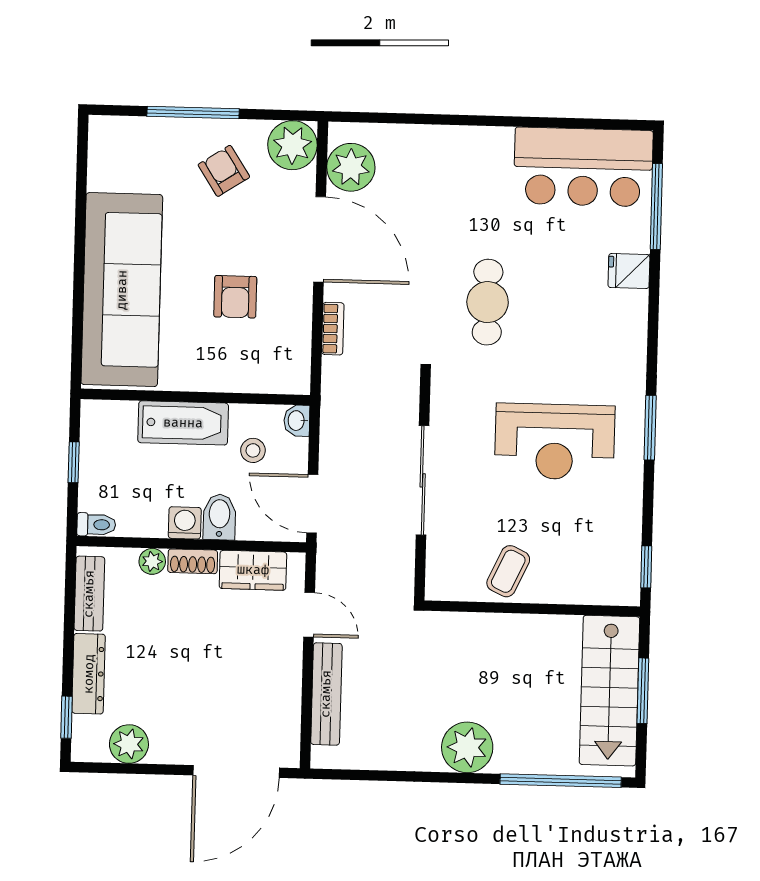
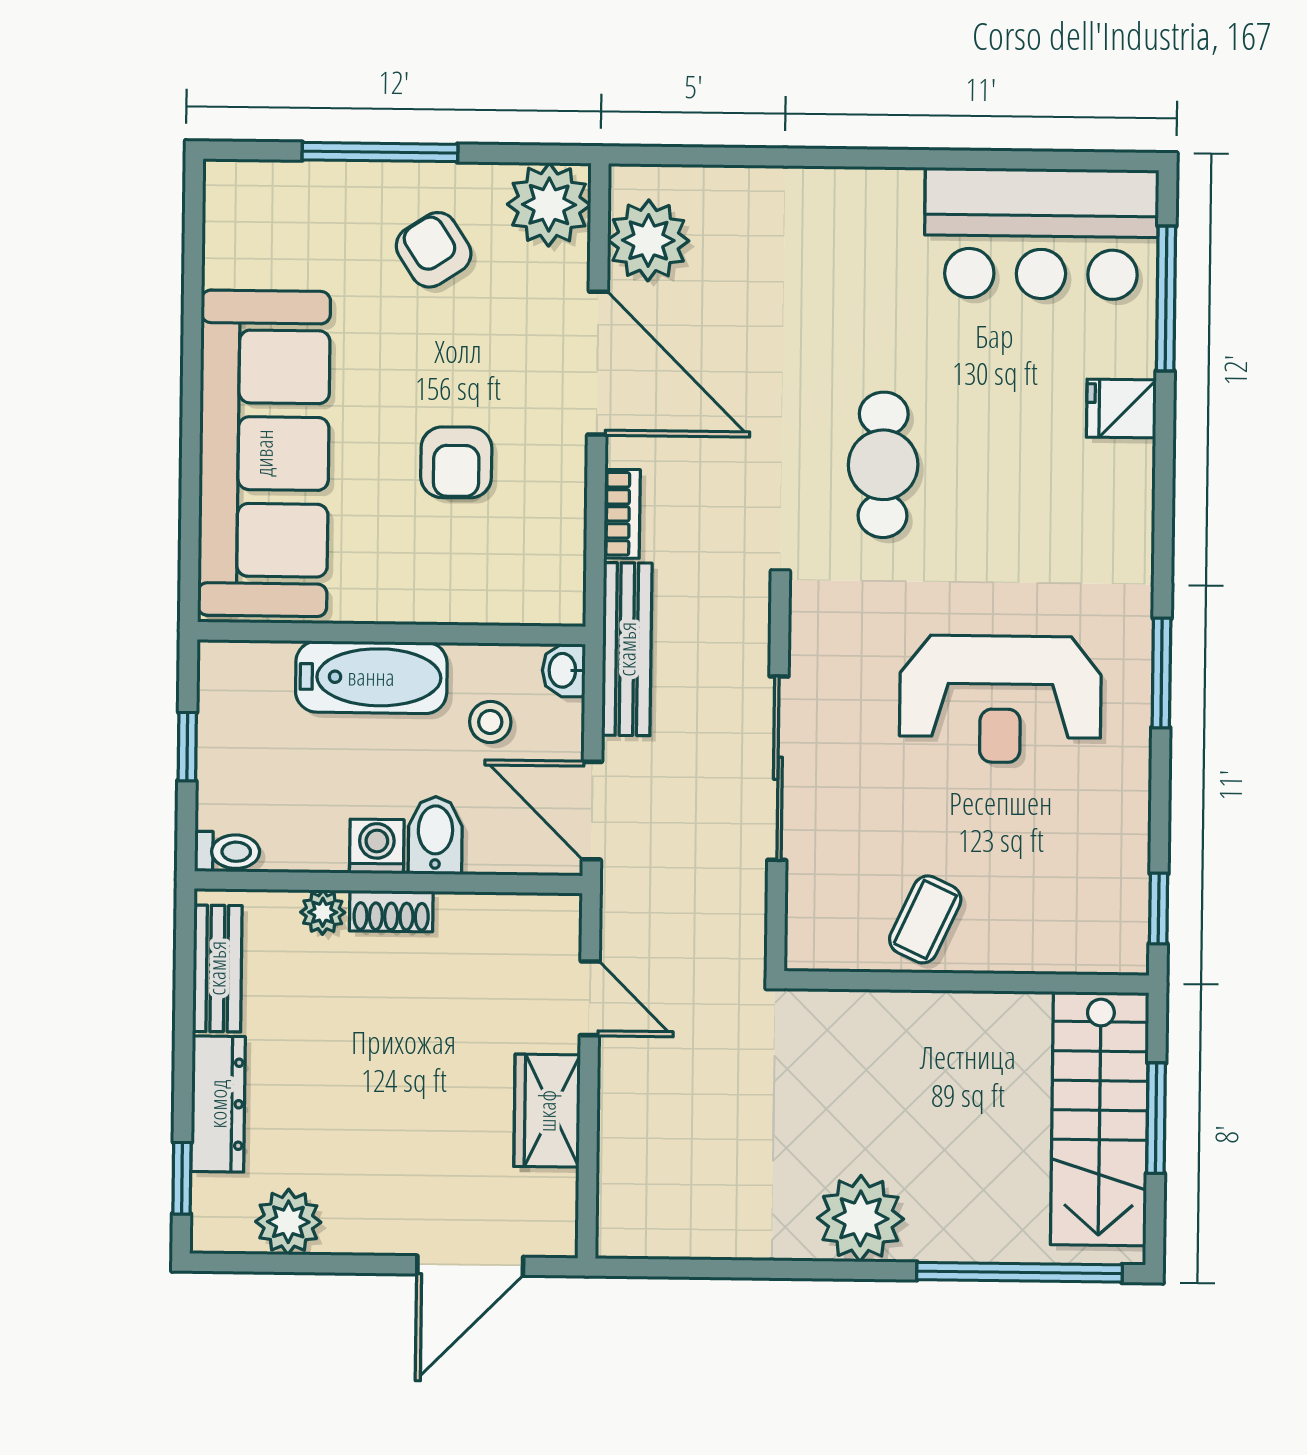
wardrobe: (253, 570) -> (547, 1111), moved, turned 90
bench: (326, 694) -> (627, 649), moved
door: (236, 772) -> (470, 1266), width x0.73

